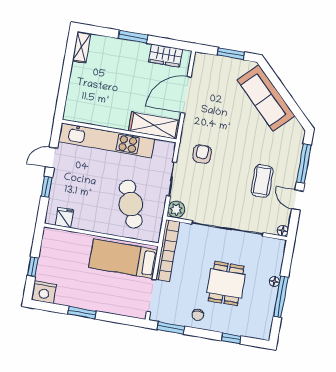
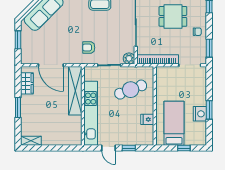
shelving: (154, 126) -> (75, 91), width x1.47
fridge: (64, 217) -> (147, 119), moved
bed: (123, 259) -> (174, 123), moved, turned 180
nightstand: (44, 292) -> (200, 114), moved

